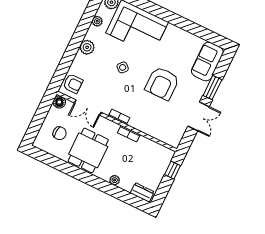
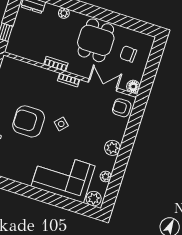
side table: (123, 67) -> (61, 124), moved
armchair: (162, 83) -> (29, 121), turned -90

